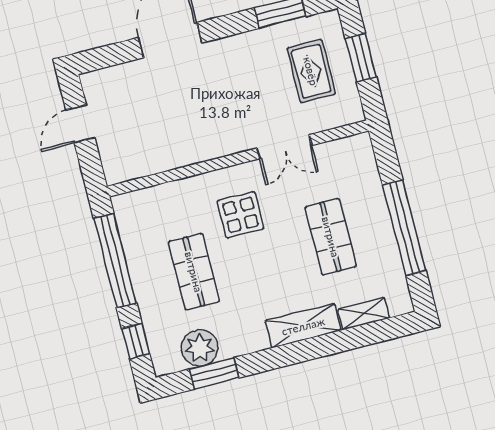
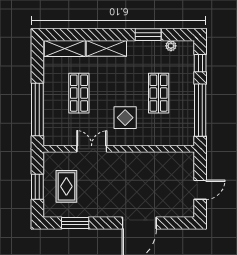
window: (404, 228) -> (37, 109), moved
shelving: (364, 314) -> (65, 48), width x1.50, depth x1.33
plant: (200, 348) -> (171, 46), width x0.53, depth x0.53
window: (214, 373) -> (148, 35), moved

